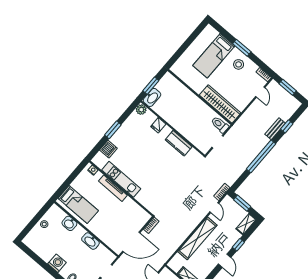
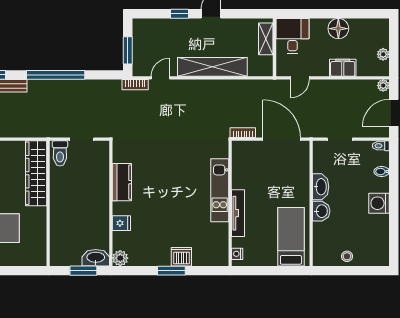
dishwasher: (108, 149) -> (181, 257), moved
kitchen unit: (121, 179) -> (220, 190), moved
washbasin: (69, 223) -> (321, 211), moved
shelving: (246, 224) -> (148, 25), removed

